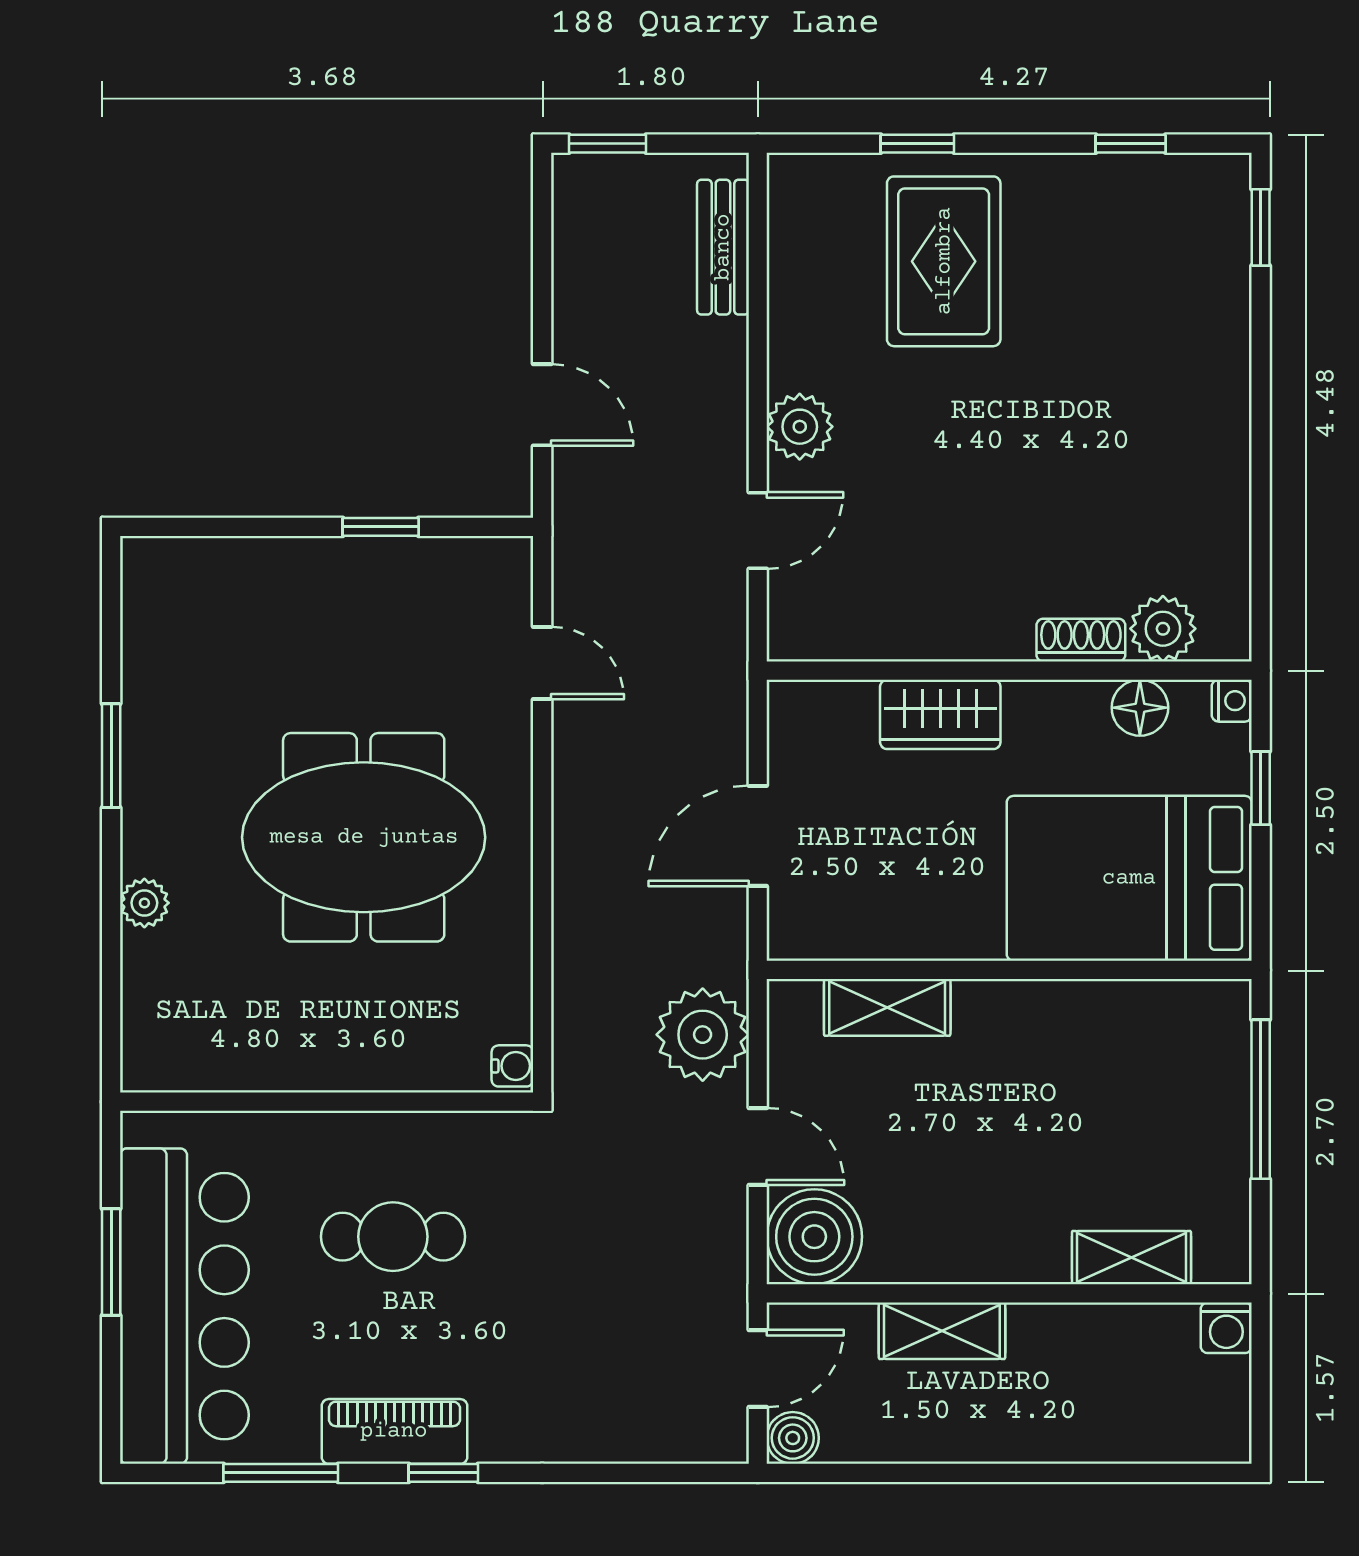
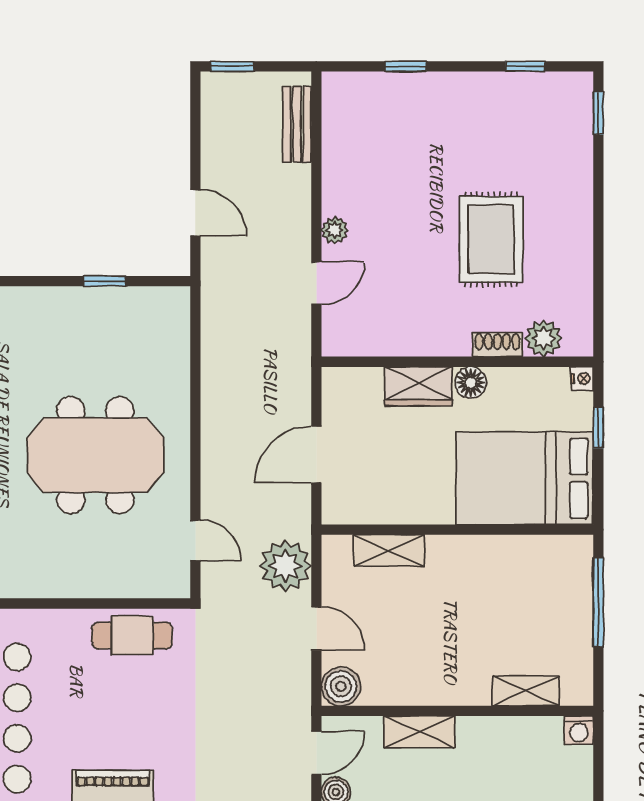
rug: (944, 261) -> (491, 239), moved
plant: (800, 427) -> (335, 230), width x0.73, depth x0.73
door: (542, 663) -> (195, 540), moved
floor lamp: (1140, 708) -> (471, 383), moved
water cooler: (512, 1066) -> (179, 583), removed
cafe table: (393, 1237) -> (132, 635), moved
boiler: (814, 1237) -> (341, 686), width x0.73, depth x0.73

